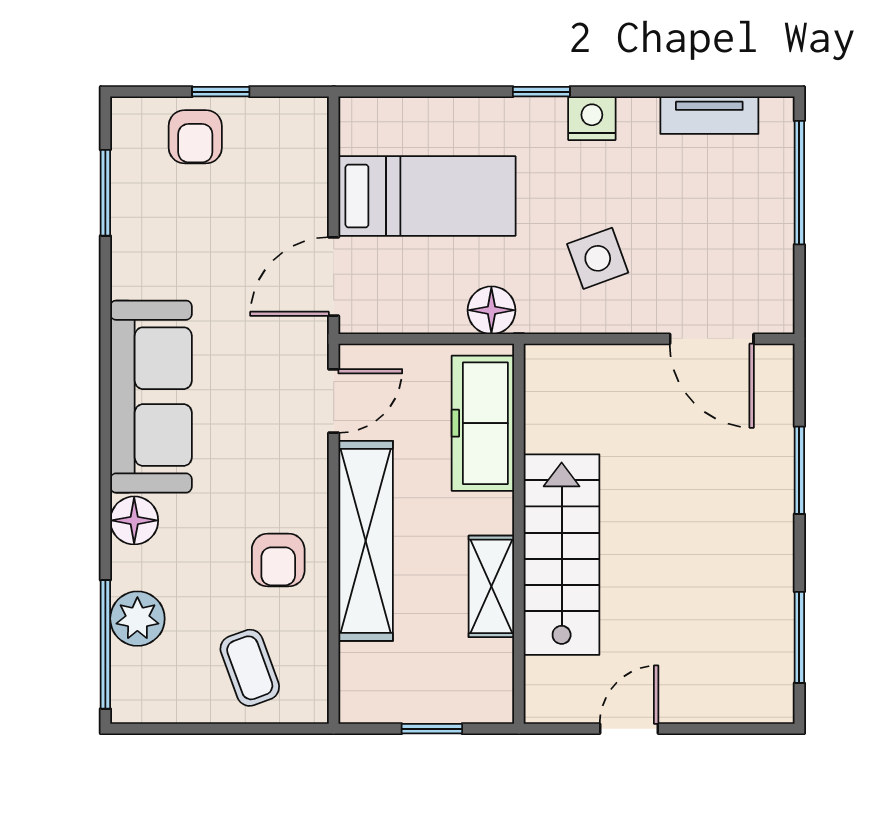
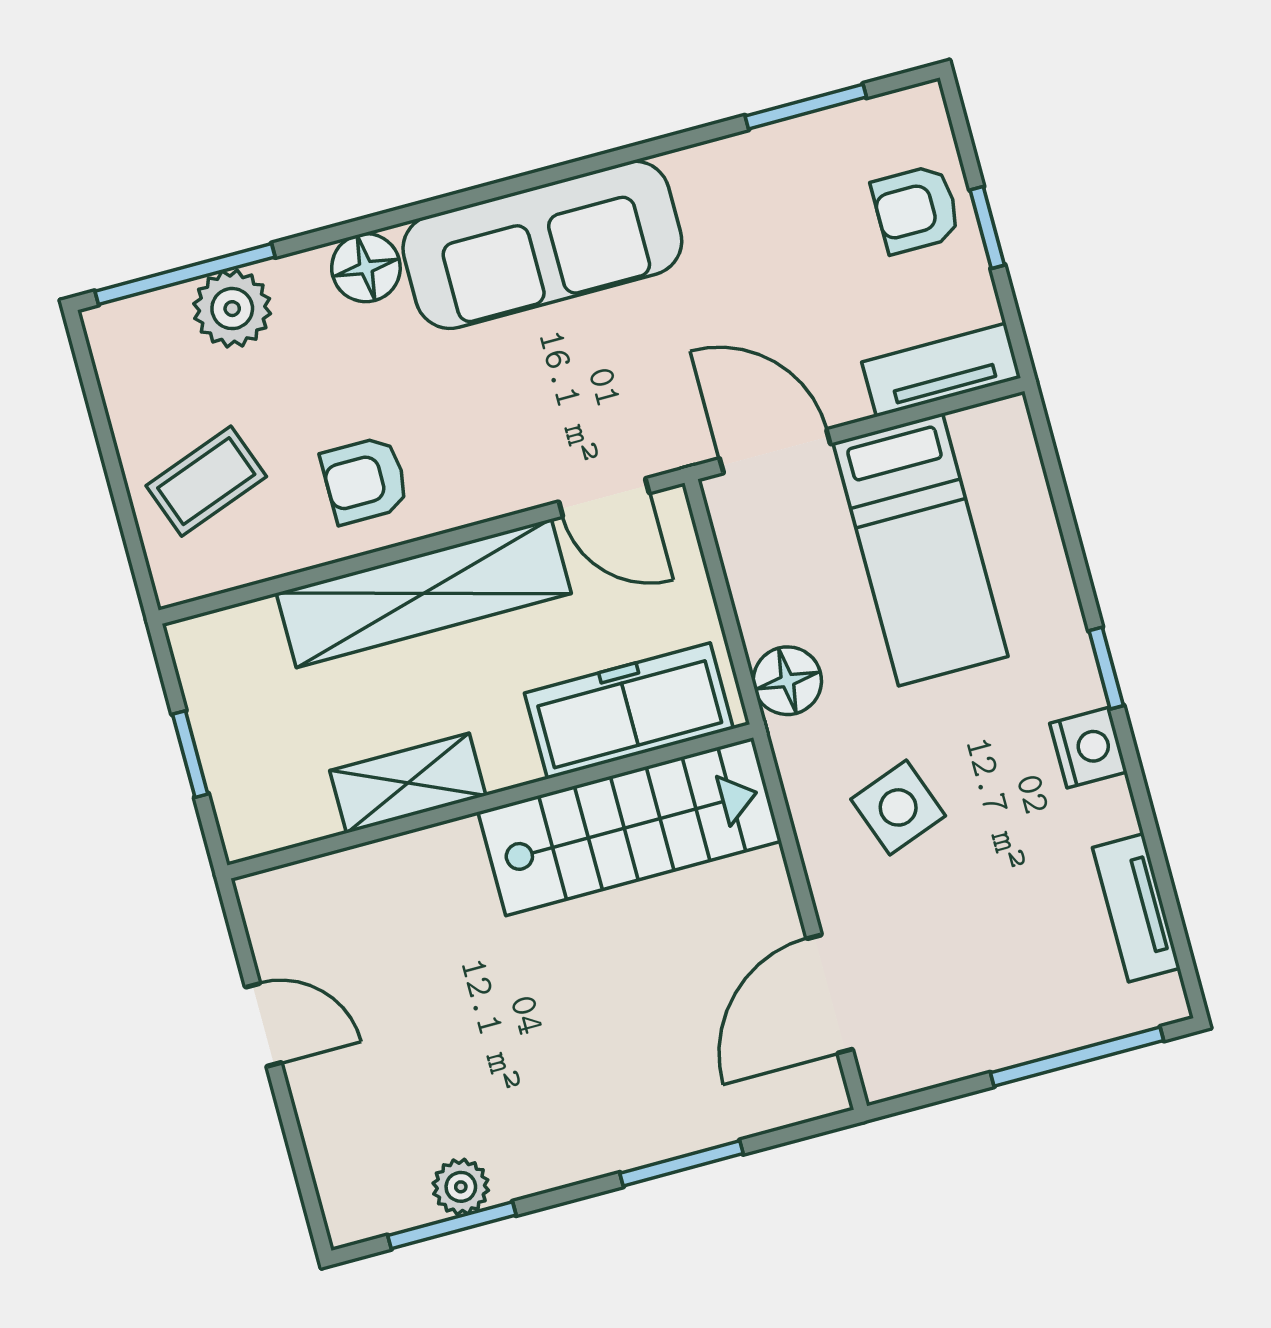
tv unit: (309, 149) -> (941, 370), added
stairs: (562, 555) -> (630, 827), moved
plant: (775, 624) -> (461, 1187), added

